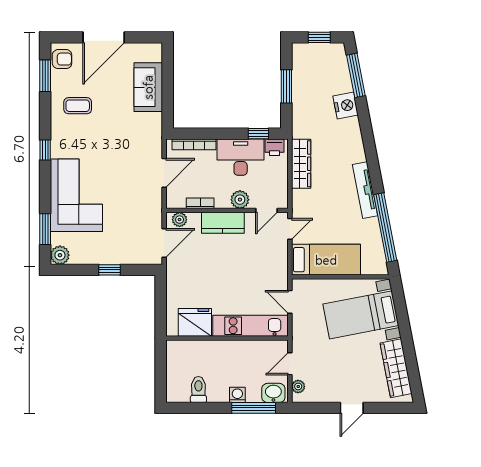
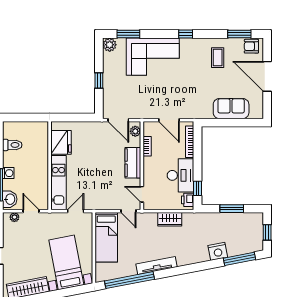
armchair: (62, 59) -> (251, 46), turned 90
wardrobe: (301, 164) -> (170, 219), width x0.67
plant: (240, 200) -> (150, 175), removed

